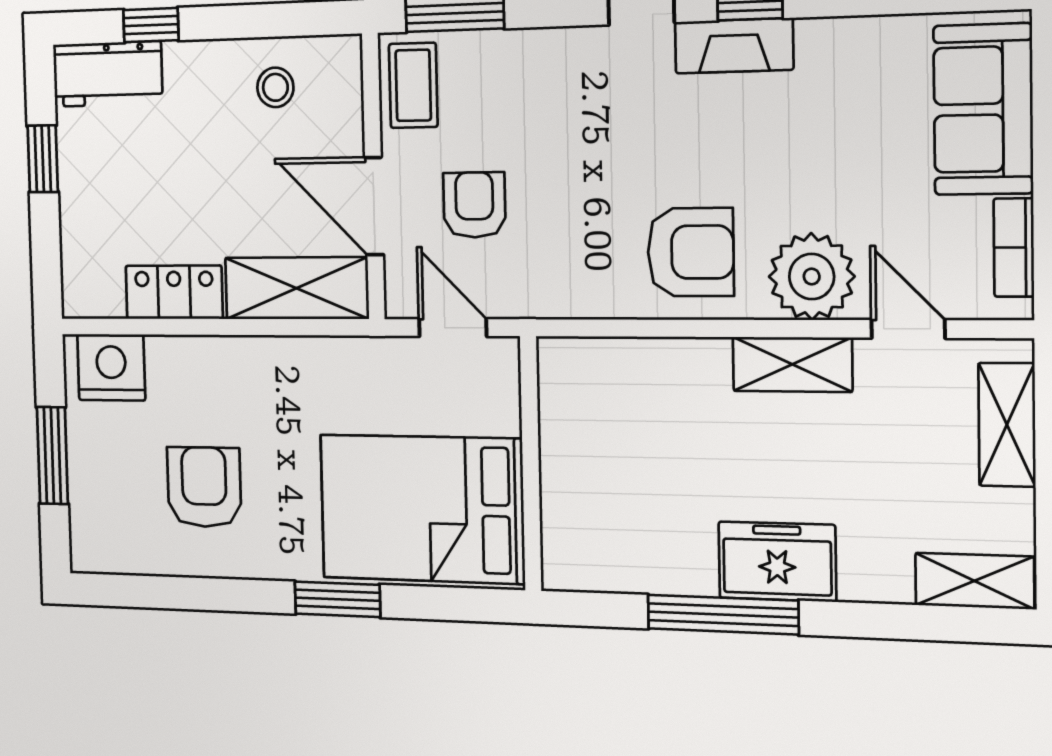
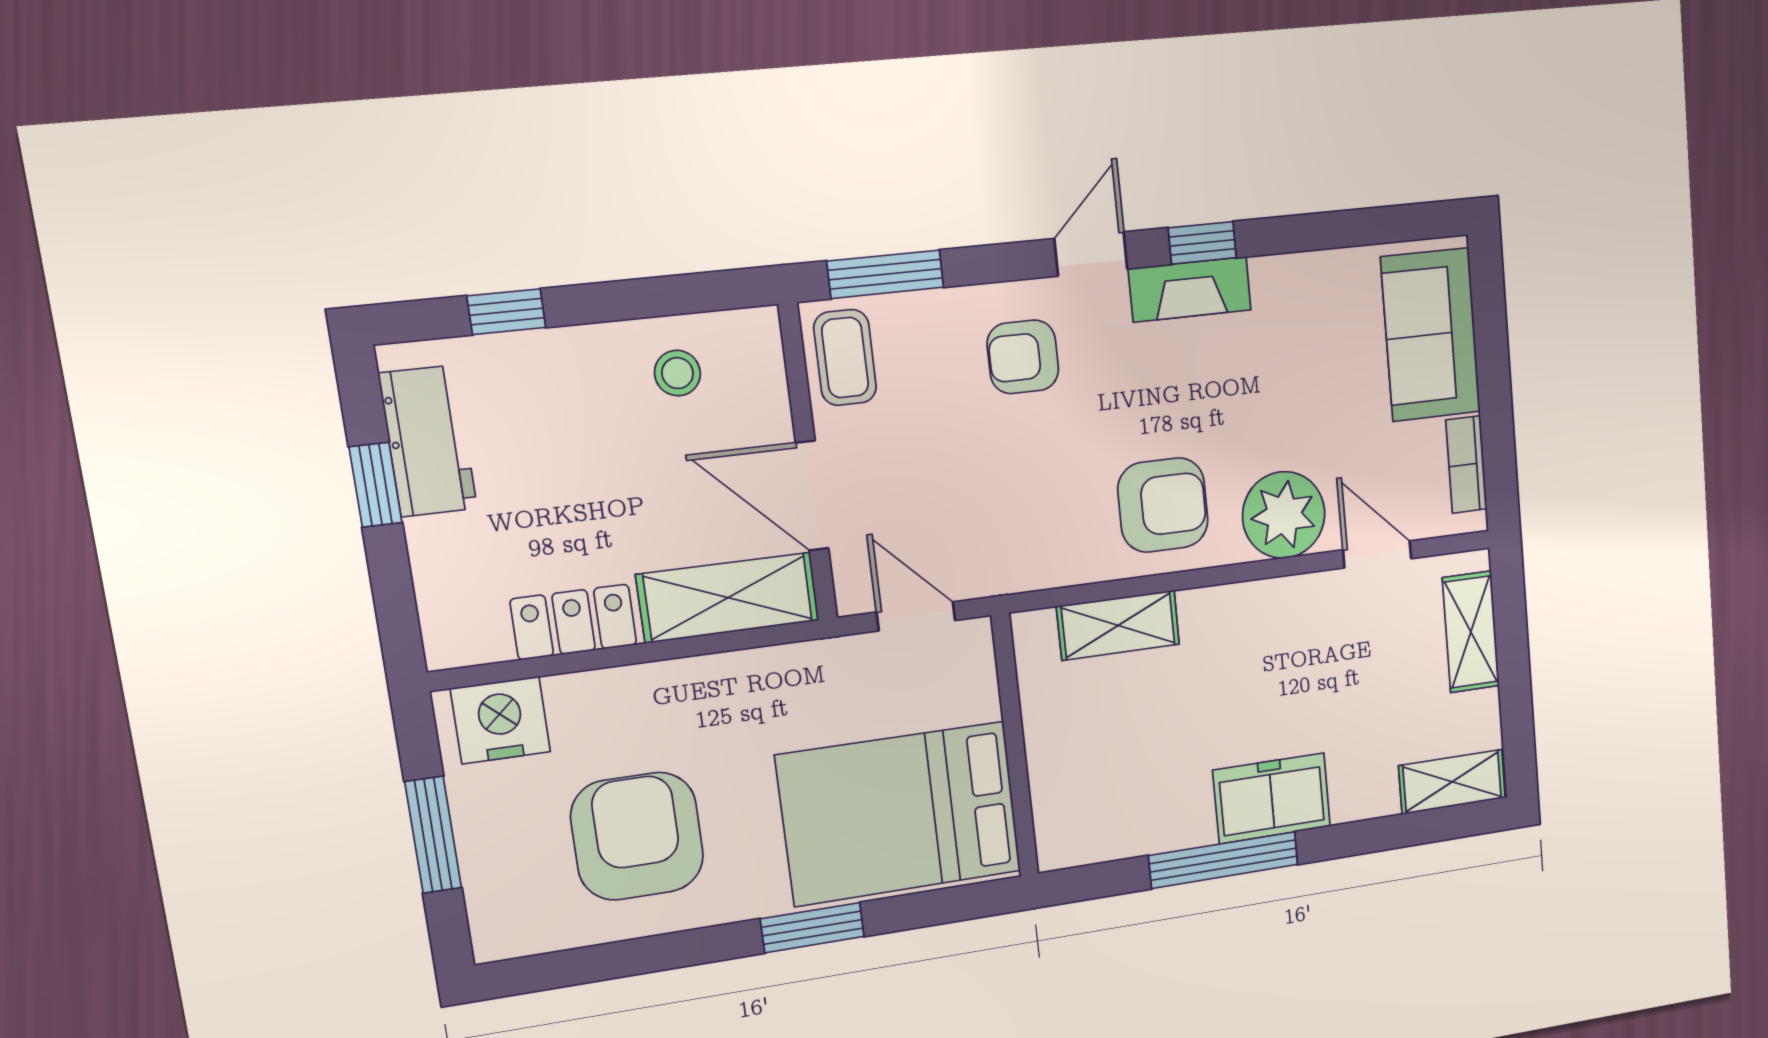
workbench: (108, 74) -> (428, 441), moved, turned -90
armchair: (474, 205) -> (1023, 357), moved, turned -90
shelving: (792, 364) -> (1118, 625), moved
armchair: (204, 487) -> (637, 836), width x1.36, depth x1.36

